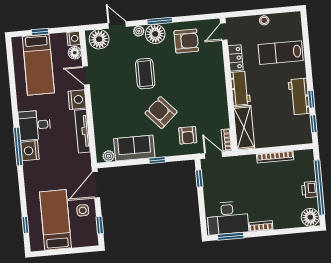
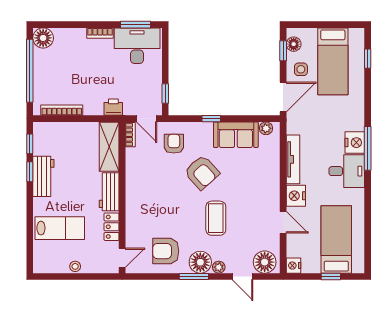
floor lamp: (75, 53) -> (294, 44), moved
bookcase: (275, 157) -> (62, 110), moved
printer: (309, 190) -> (113, 107), moved, turned -90

